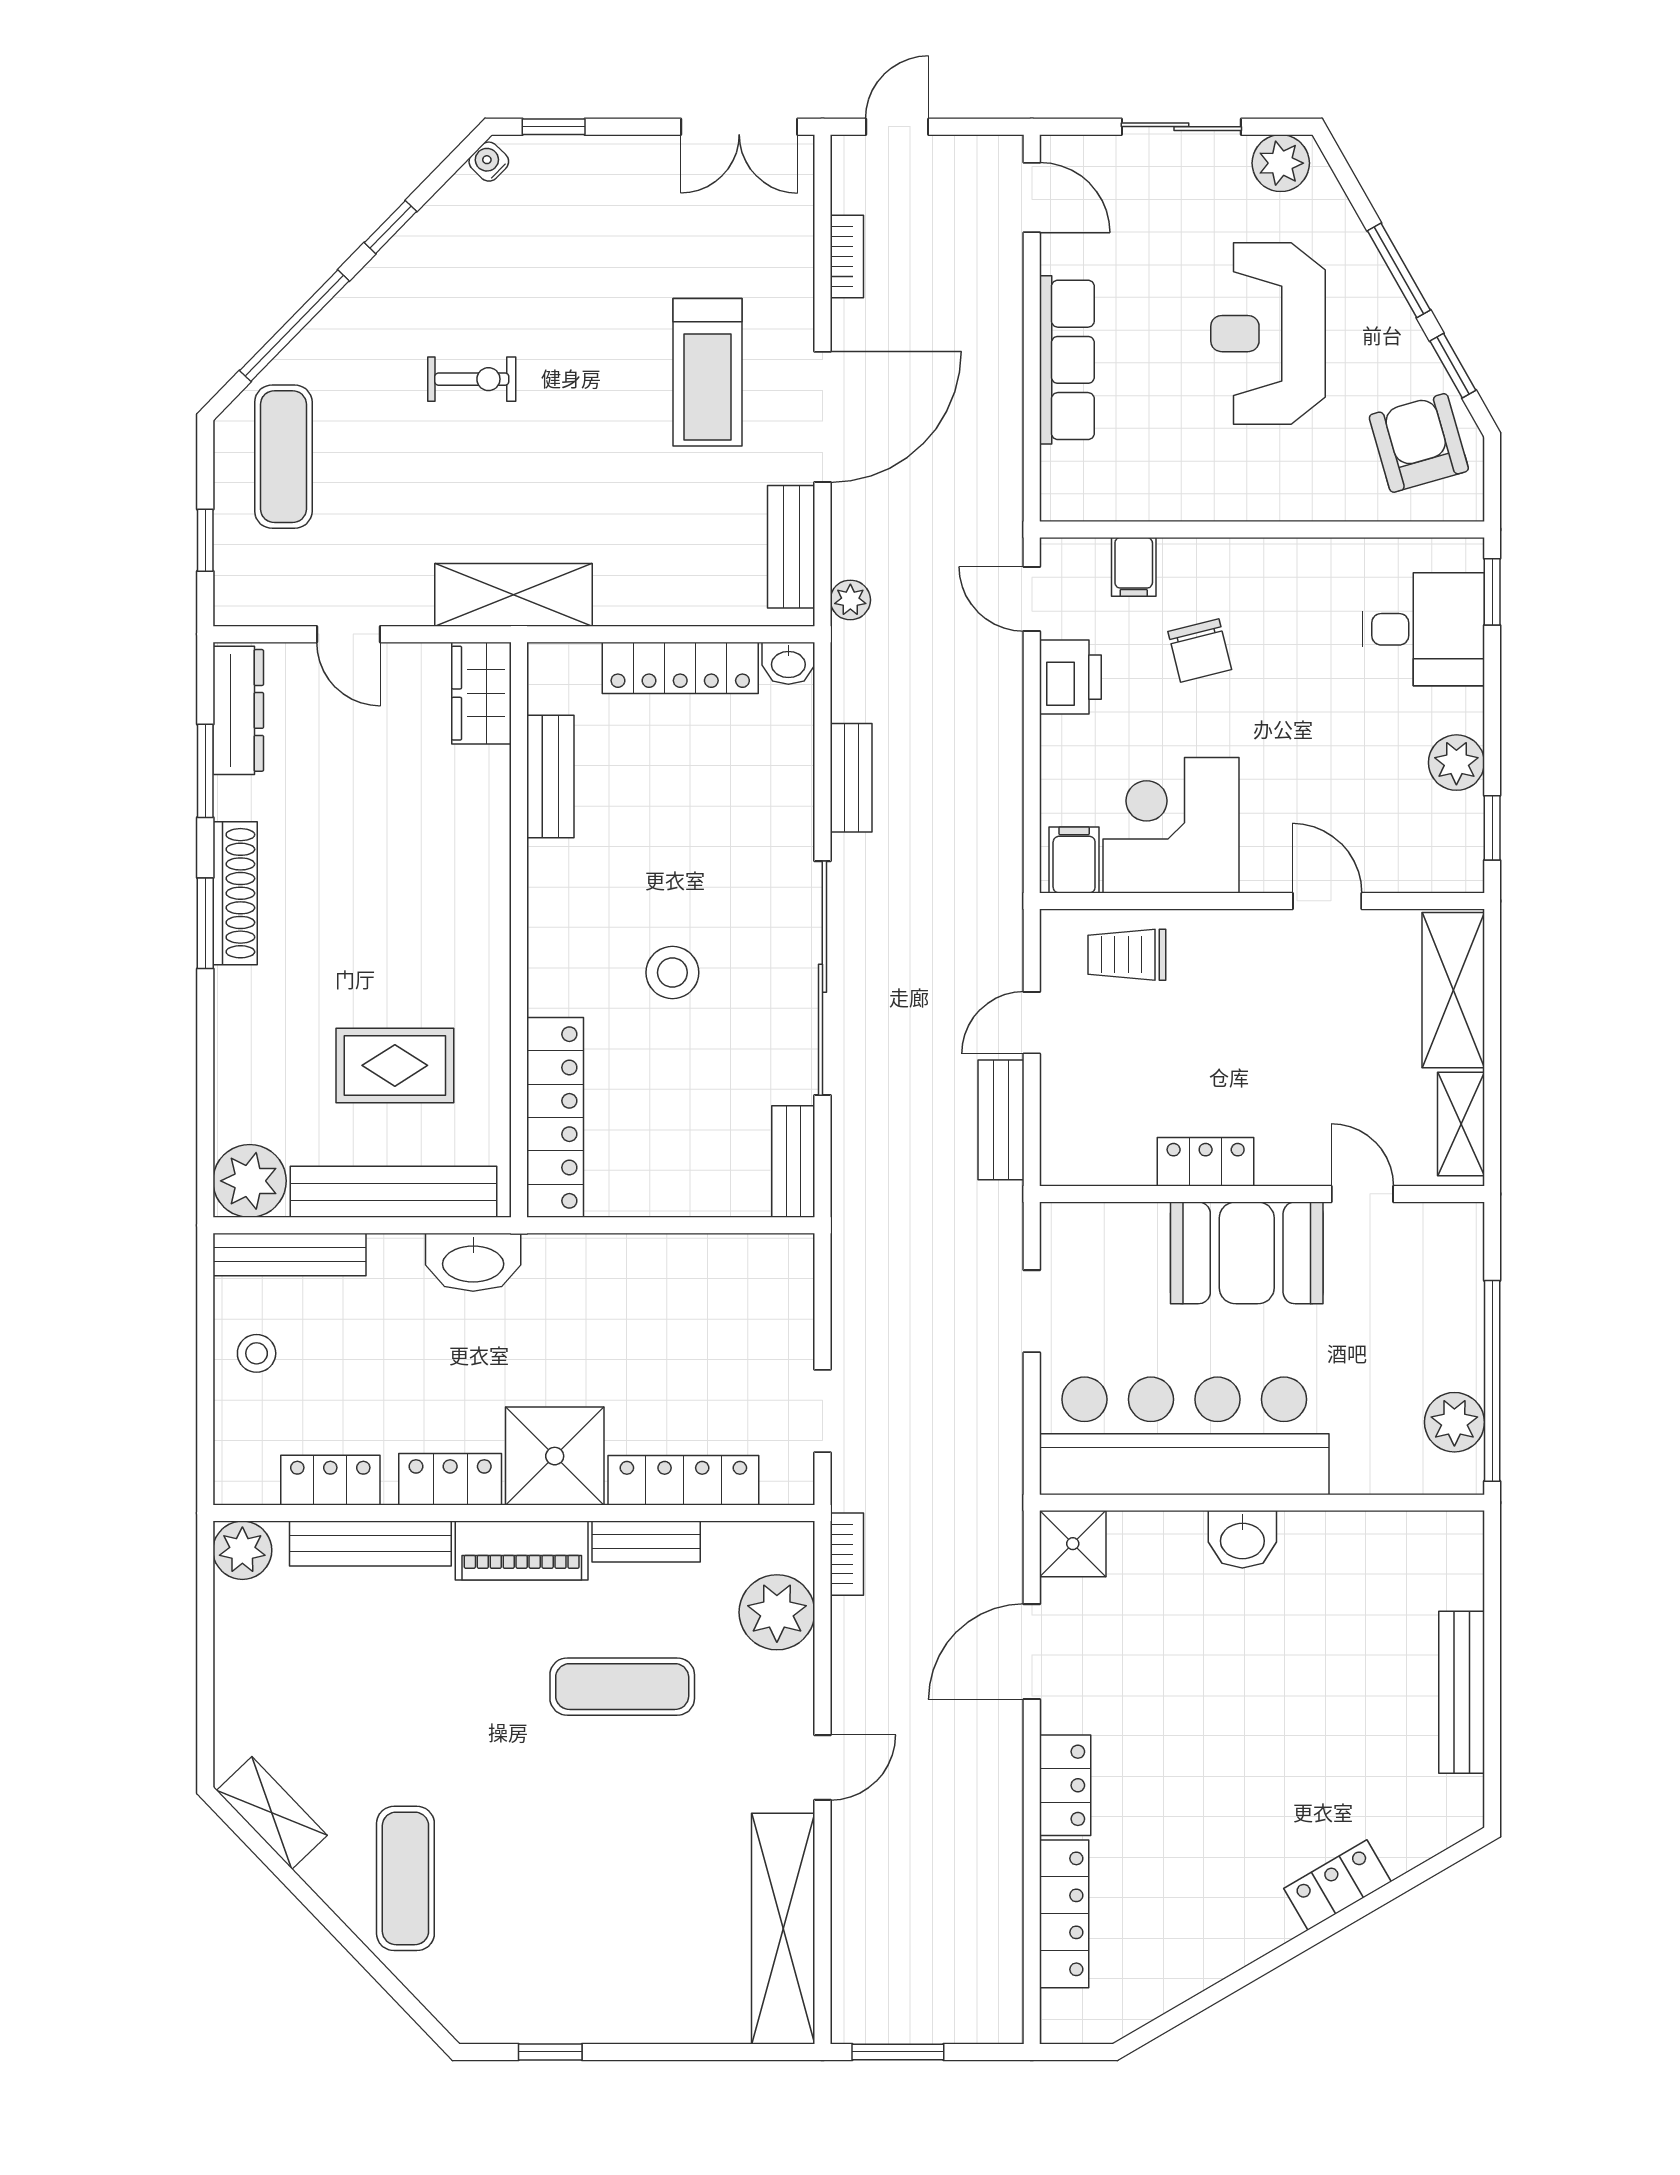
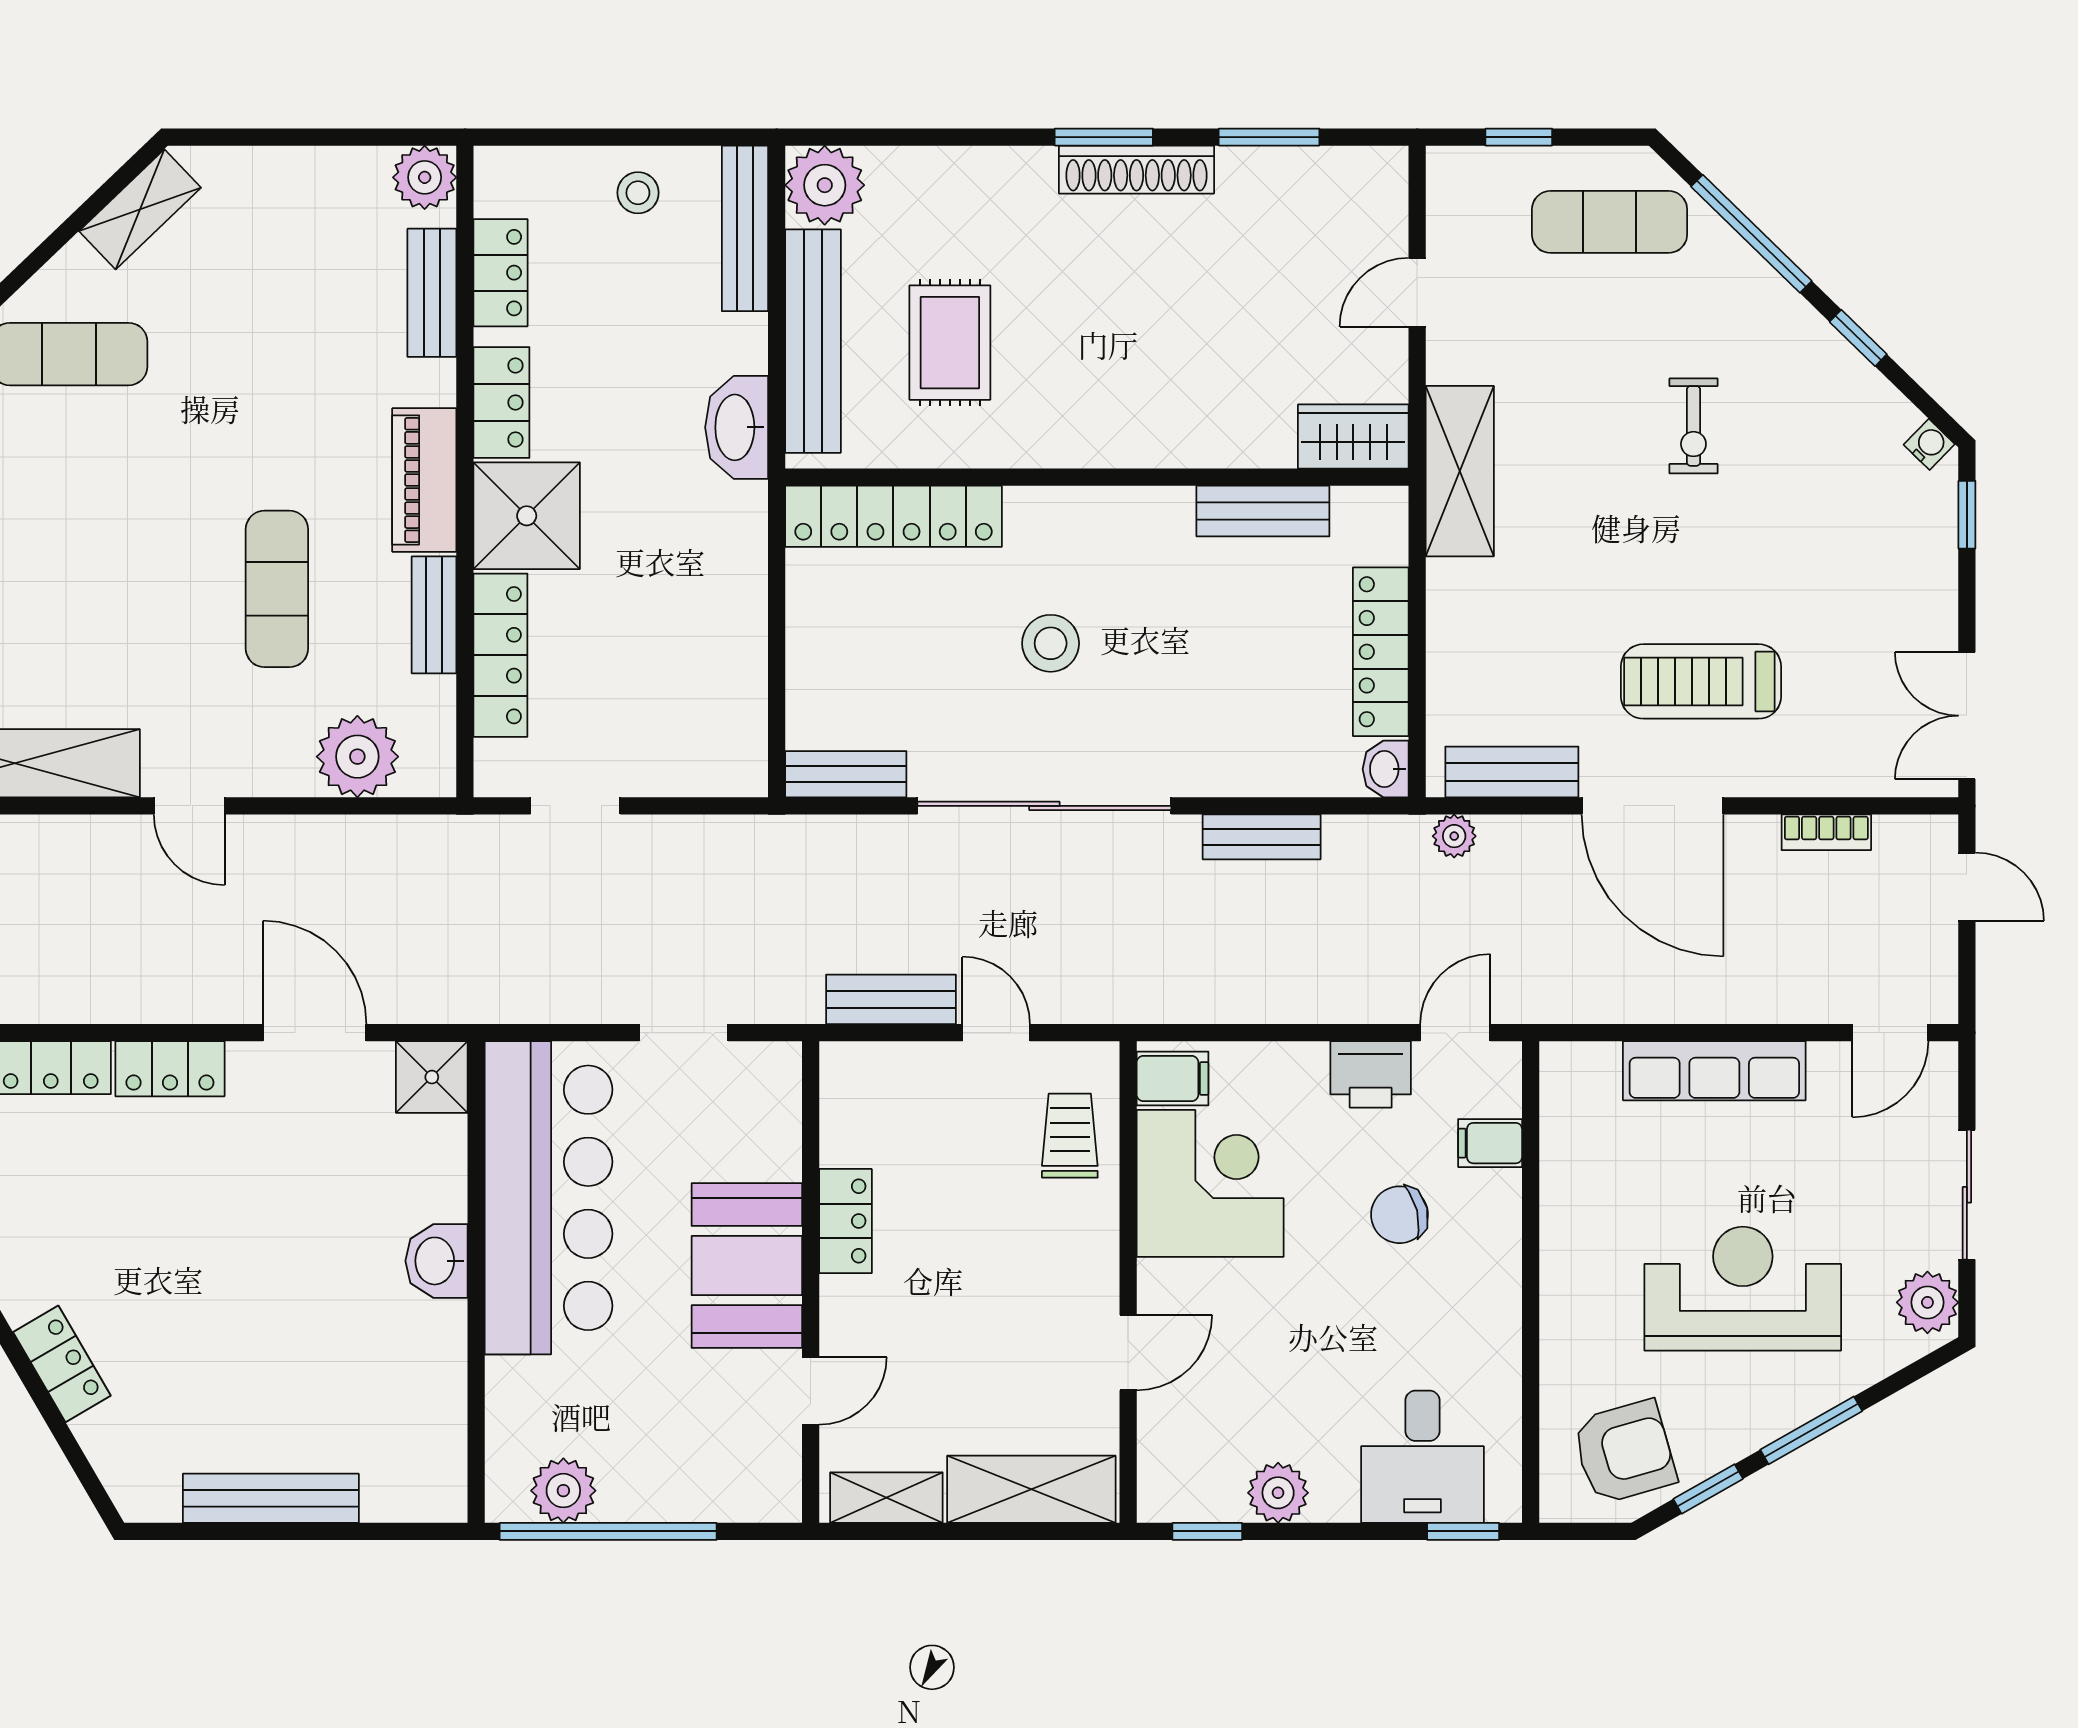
dresser: (238, 710) -> (1335, 173), removed
bench: (370, 1544) -> (432, 293), width x0.73
bookcase: (847, 1554) -> (420, 832), removed

